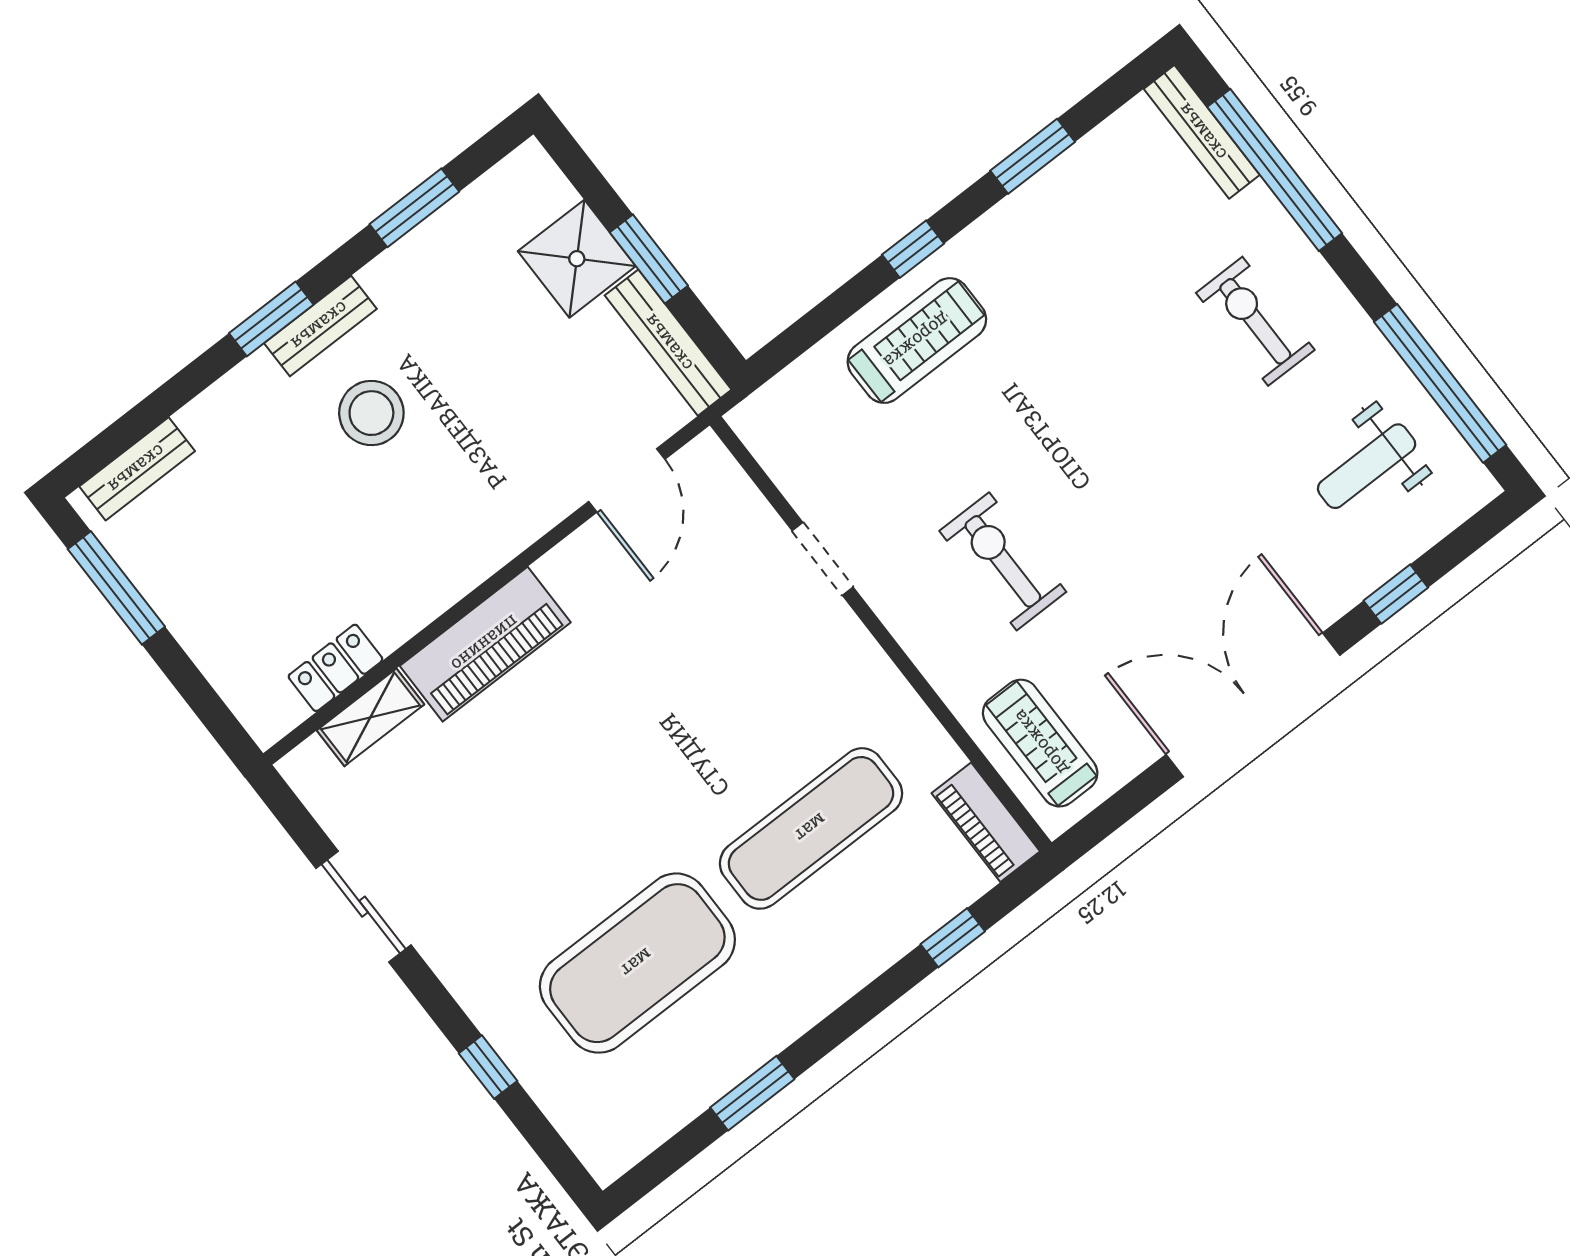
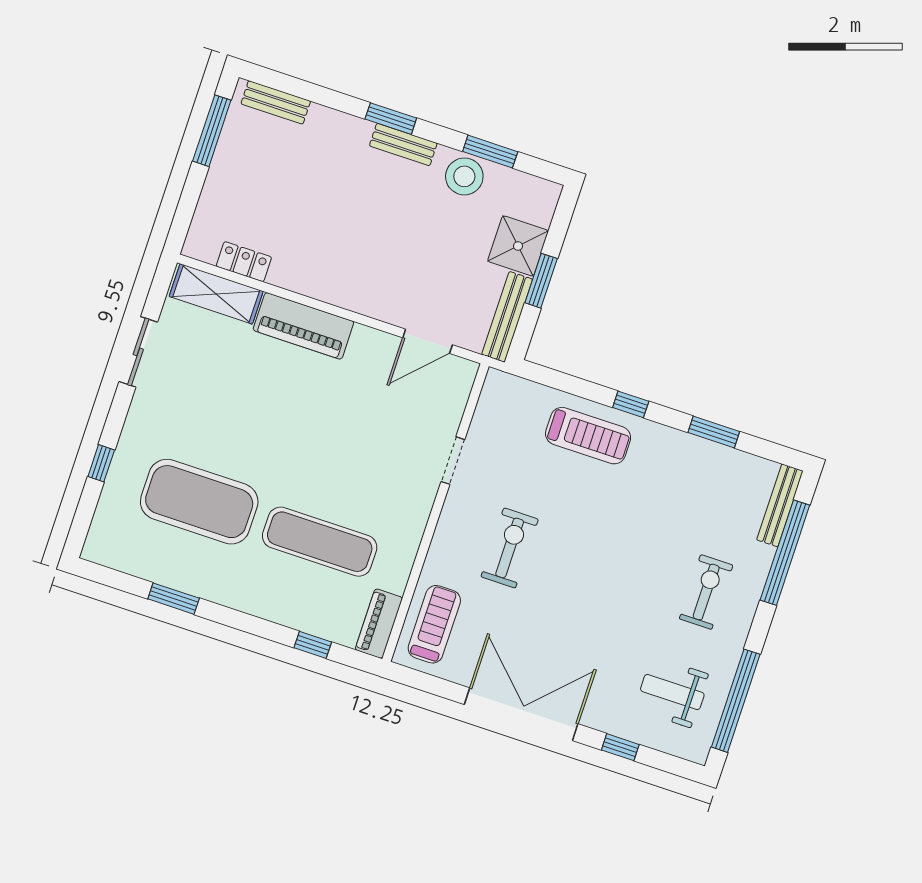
stool: (371, 413) -> (464, 176), moved
shelving: (370, 717) -> (216, 294), width x1.50, depth x1.33

